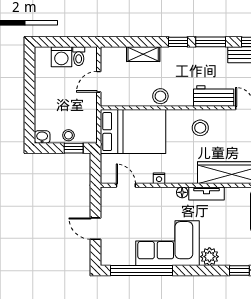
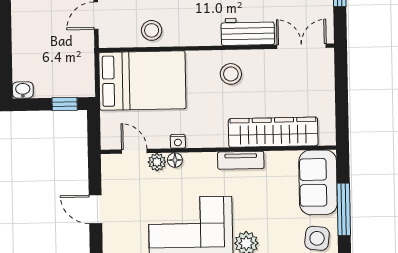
stool: (160, 96) -> (152, 30), moved
stool: (68, 135) -> (57, 87), removed
floor lamp: (182, 192) -> (175, 160), moved
plant: (143, 194) -> (157, 162), added

